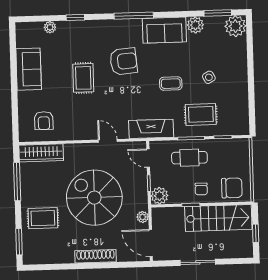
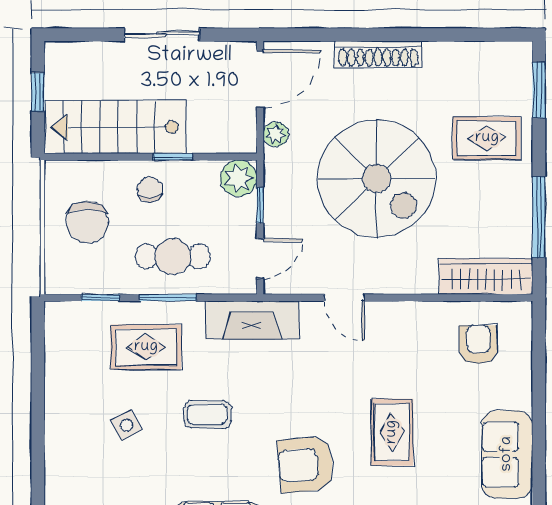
door: (148, 158) -> (260, 258), hinge flipped
chair: (232, 188) -> (87, 222), moved, turned -90
door: (151, 243) -> (260, 79), hinge flipped

